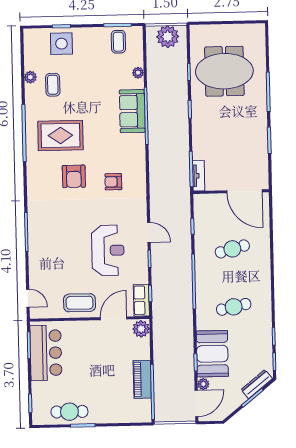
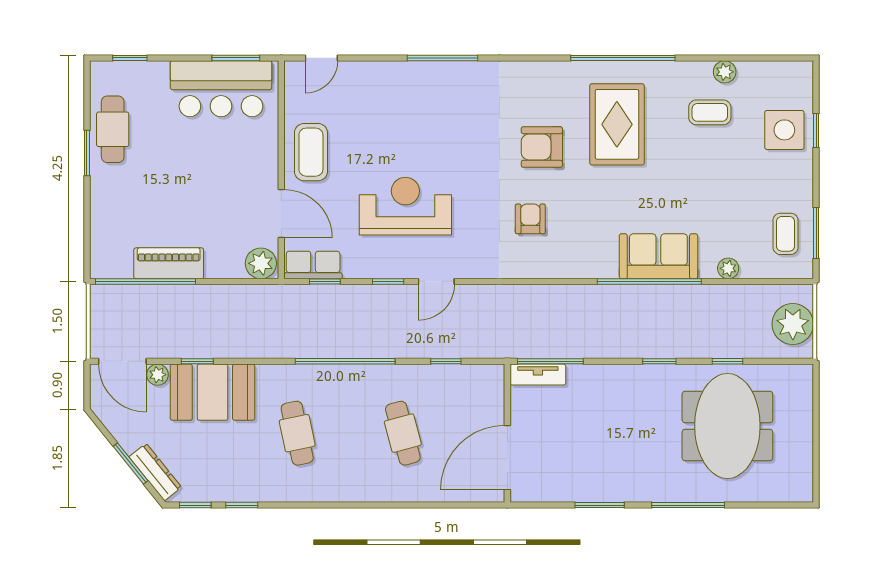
coffee table: (118, 42) -> (786, 234), turned 90
reception desk: (108, 250) -> (405, 206), turned 180

